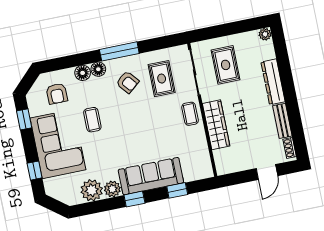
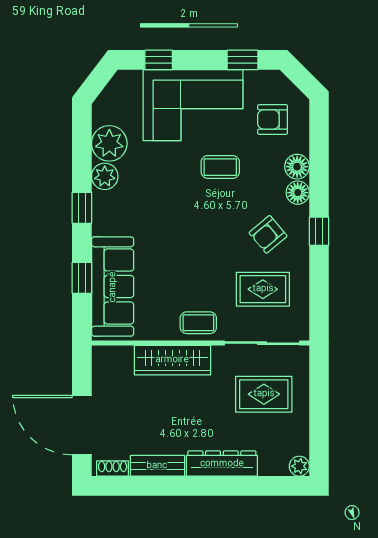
window: (119, 51) -> (319, 231), width x0.46
door: (267, 172) -> (82, 425), width x1.87
sofa: (151, 176) -> (113, 287), moved

